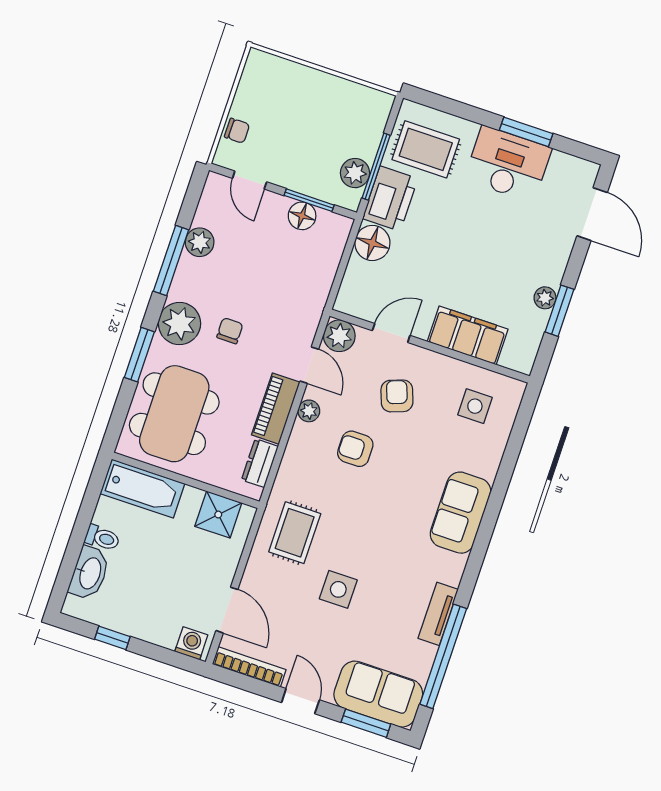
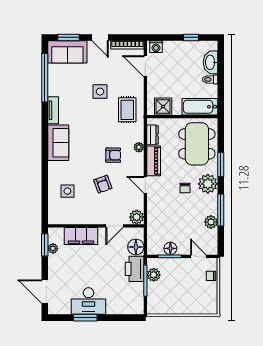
rug: (426, 149) -> (126, 295), removed
door: (391, 333) -> (115, 226), moved
filing cabinet: (468, 335) -> (81, 236), moved
plant: (339, 336) -> (137, 217), moved
wall: (430, 346) -> (96, 226), moved
plant: (309, 411) -> (139, 147), moved
tv unit: (438, 614) -> (53, 110), moved

